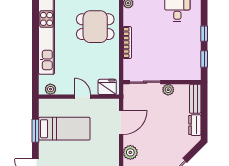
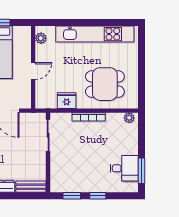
dining table: (95, 27) -> (105, 84), turned 90
fridge: (107, 87) -> (67, 101), moved, turned -90
plant: (168, 90) -> (40, 159), removed

